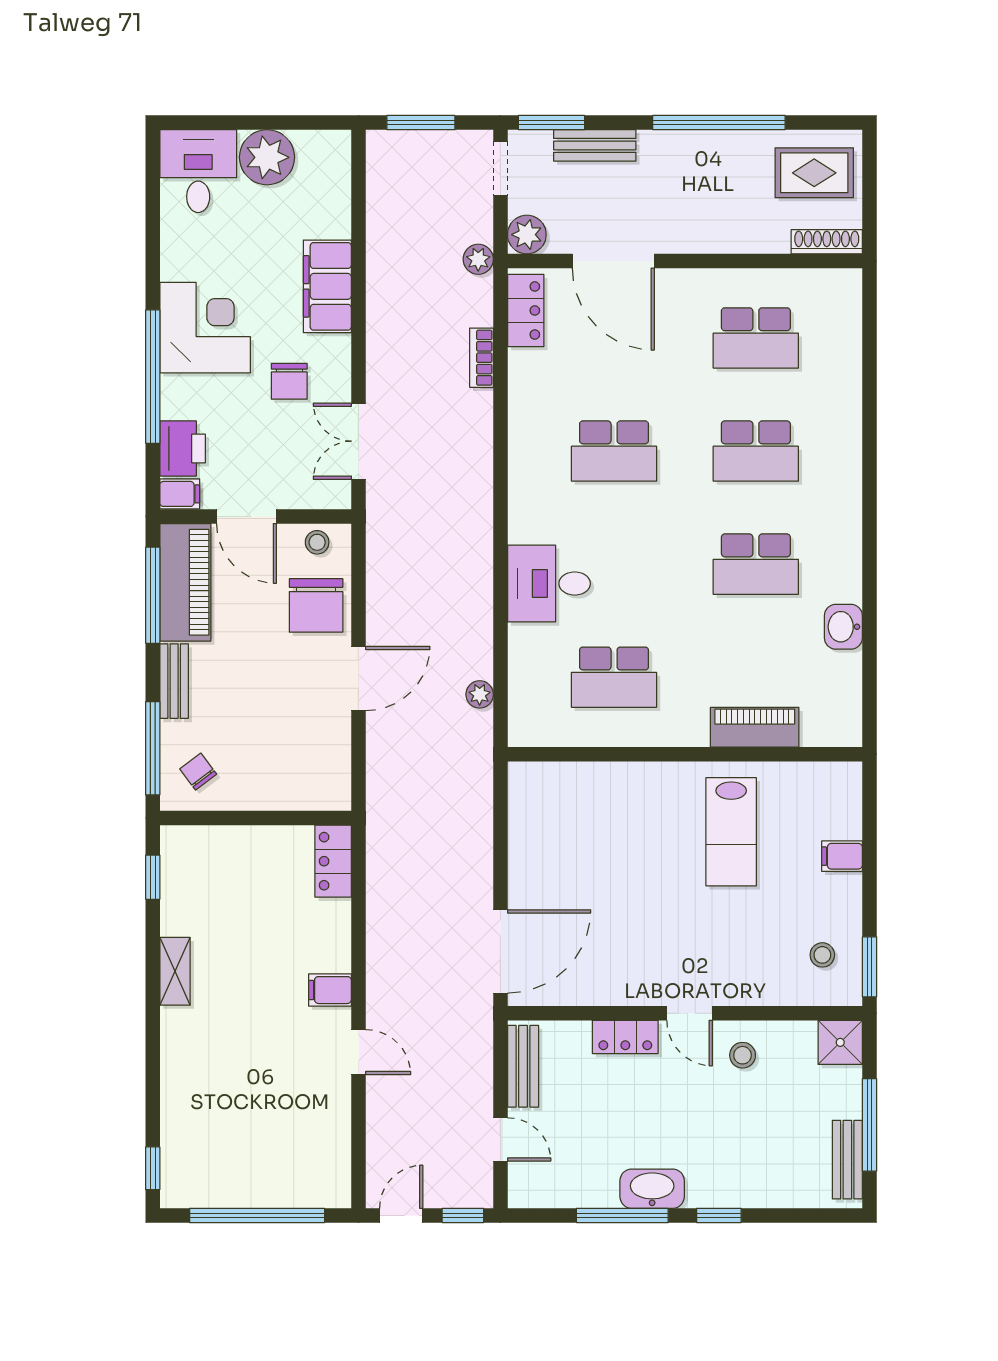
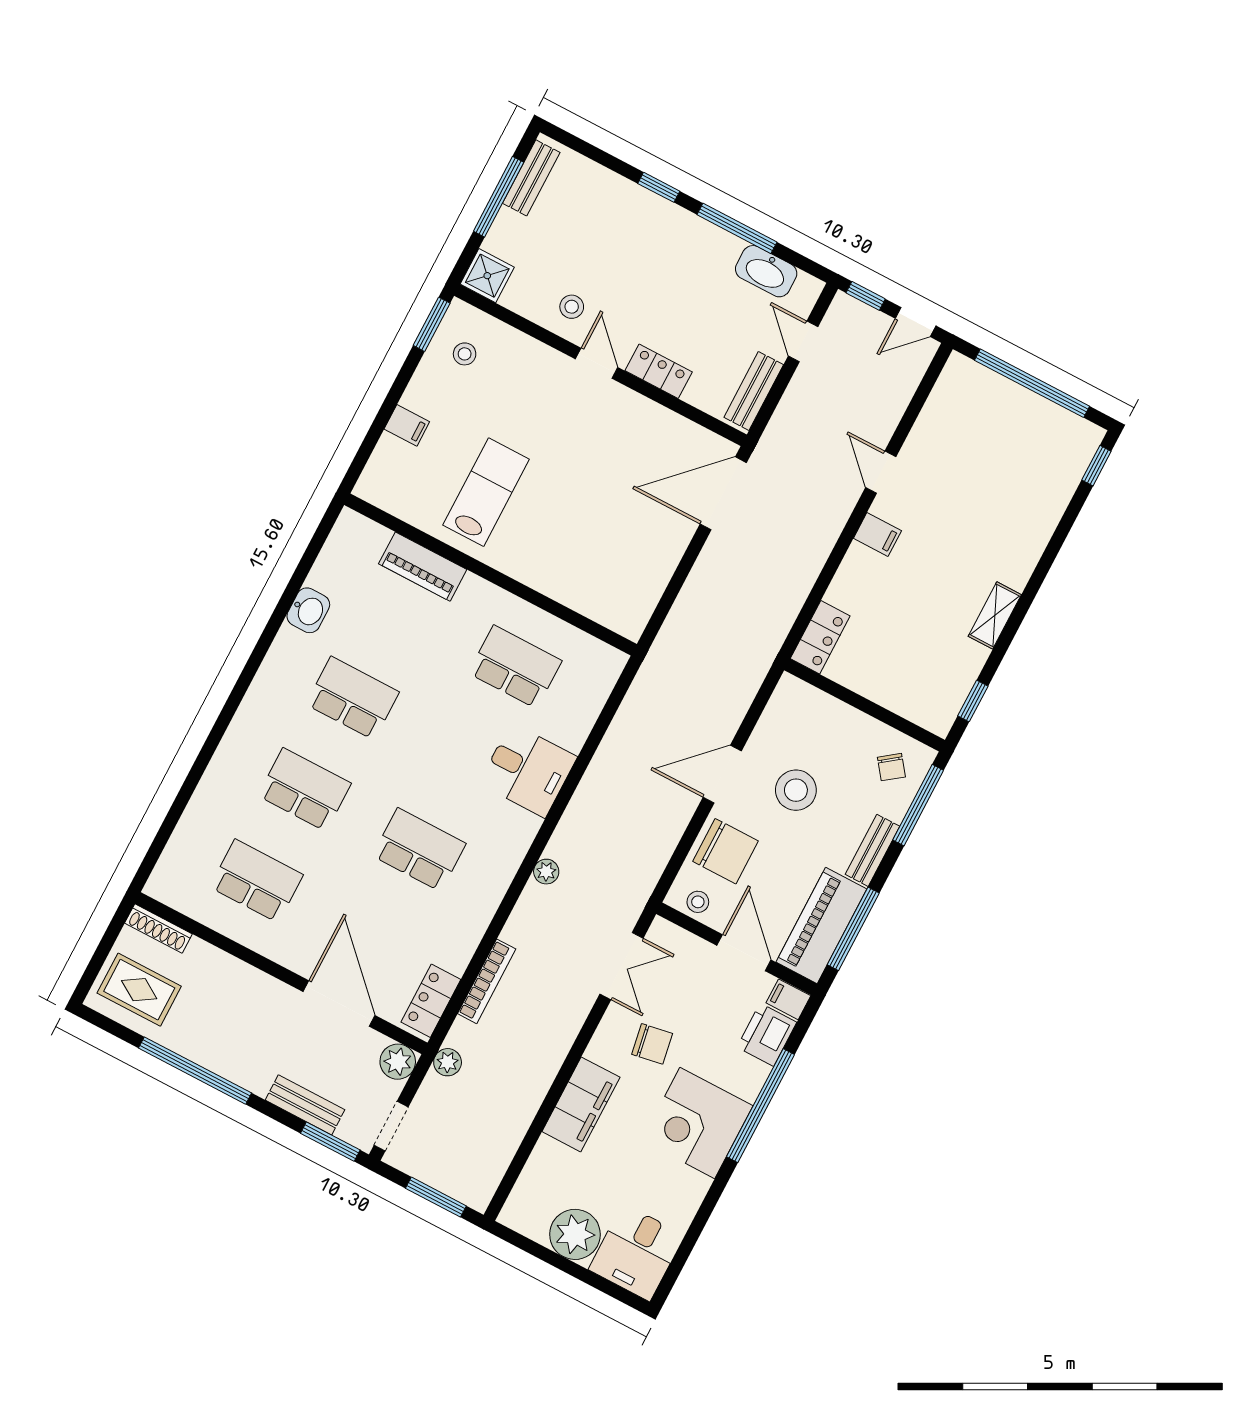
bookcase: (481, 358) -> (487, 981), width x1.56
chair: (289, 381) -> (652, 1044), turned 80
chair: (316, 605) -> (725, 851), turned 90
plant: (480, 694) -> (546, 872), moved
stool: (279, 701) -> (796, 790), added
washbasin: (652, 1189) -> (766, 271), moved

